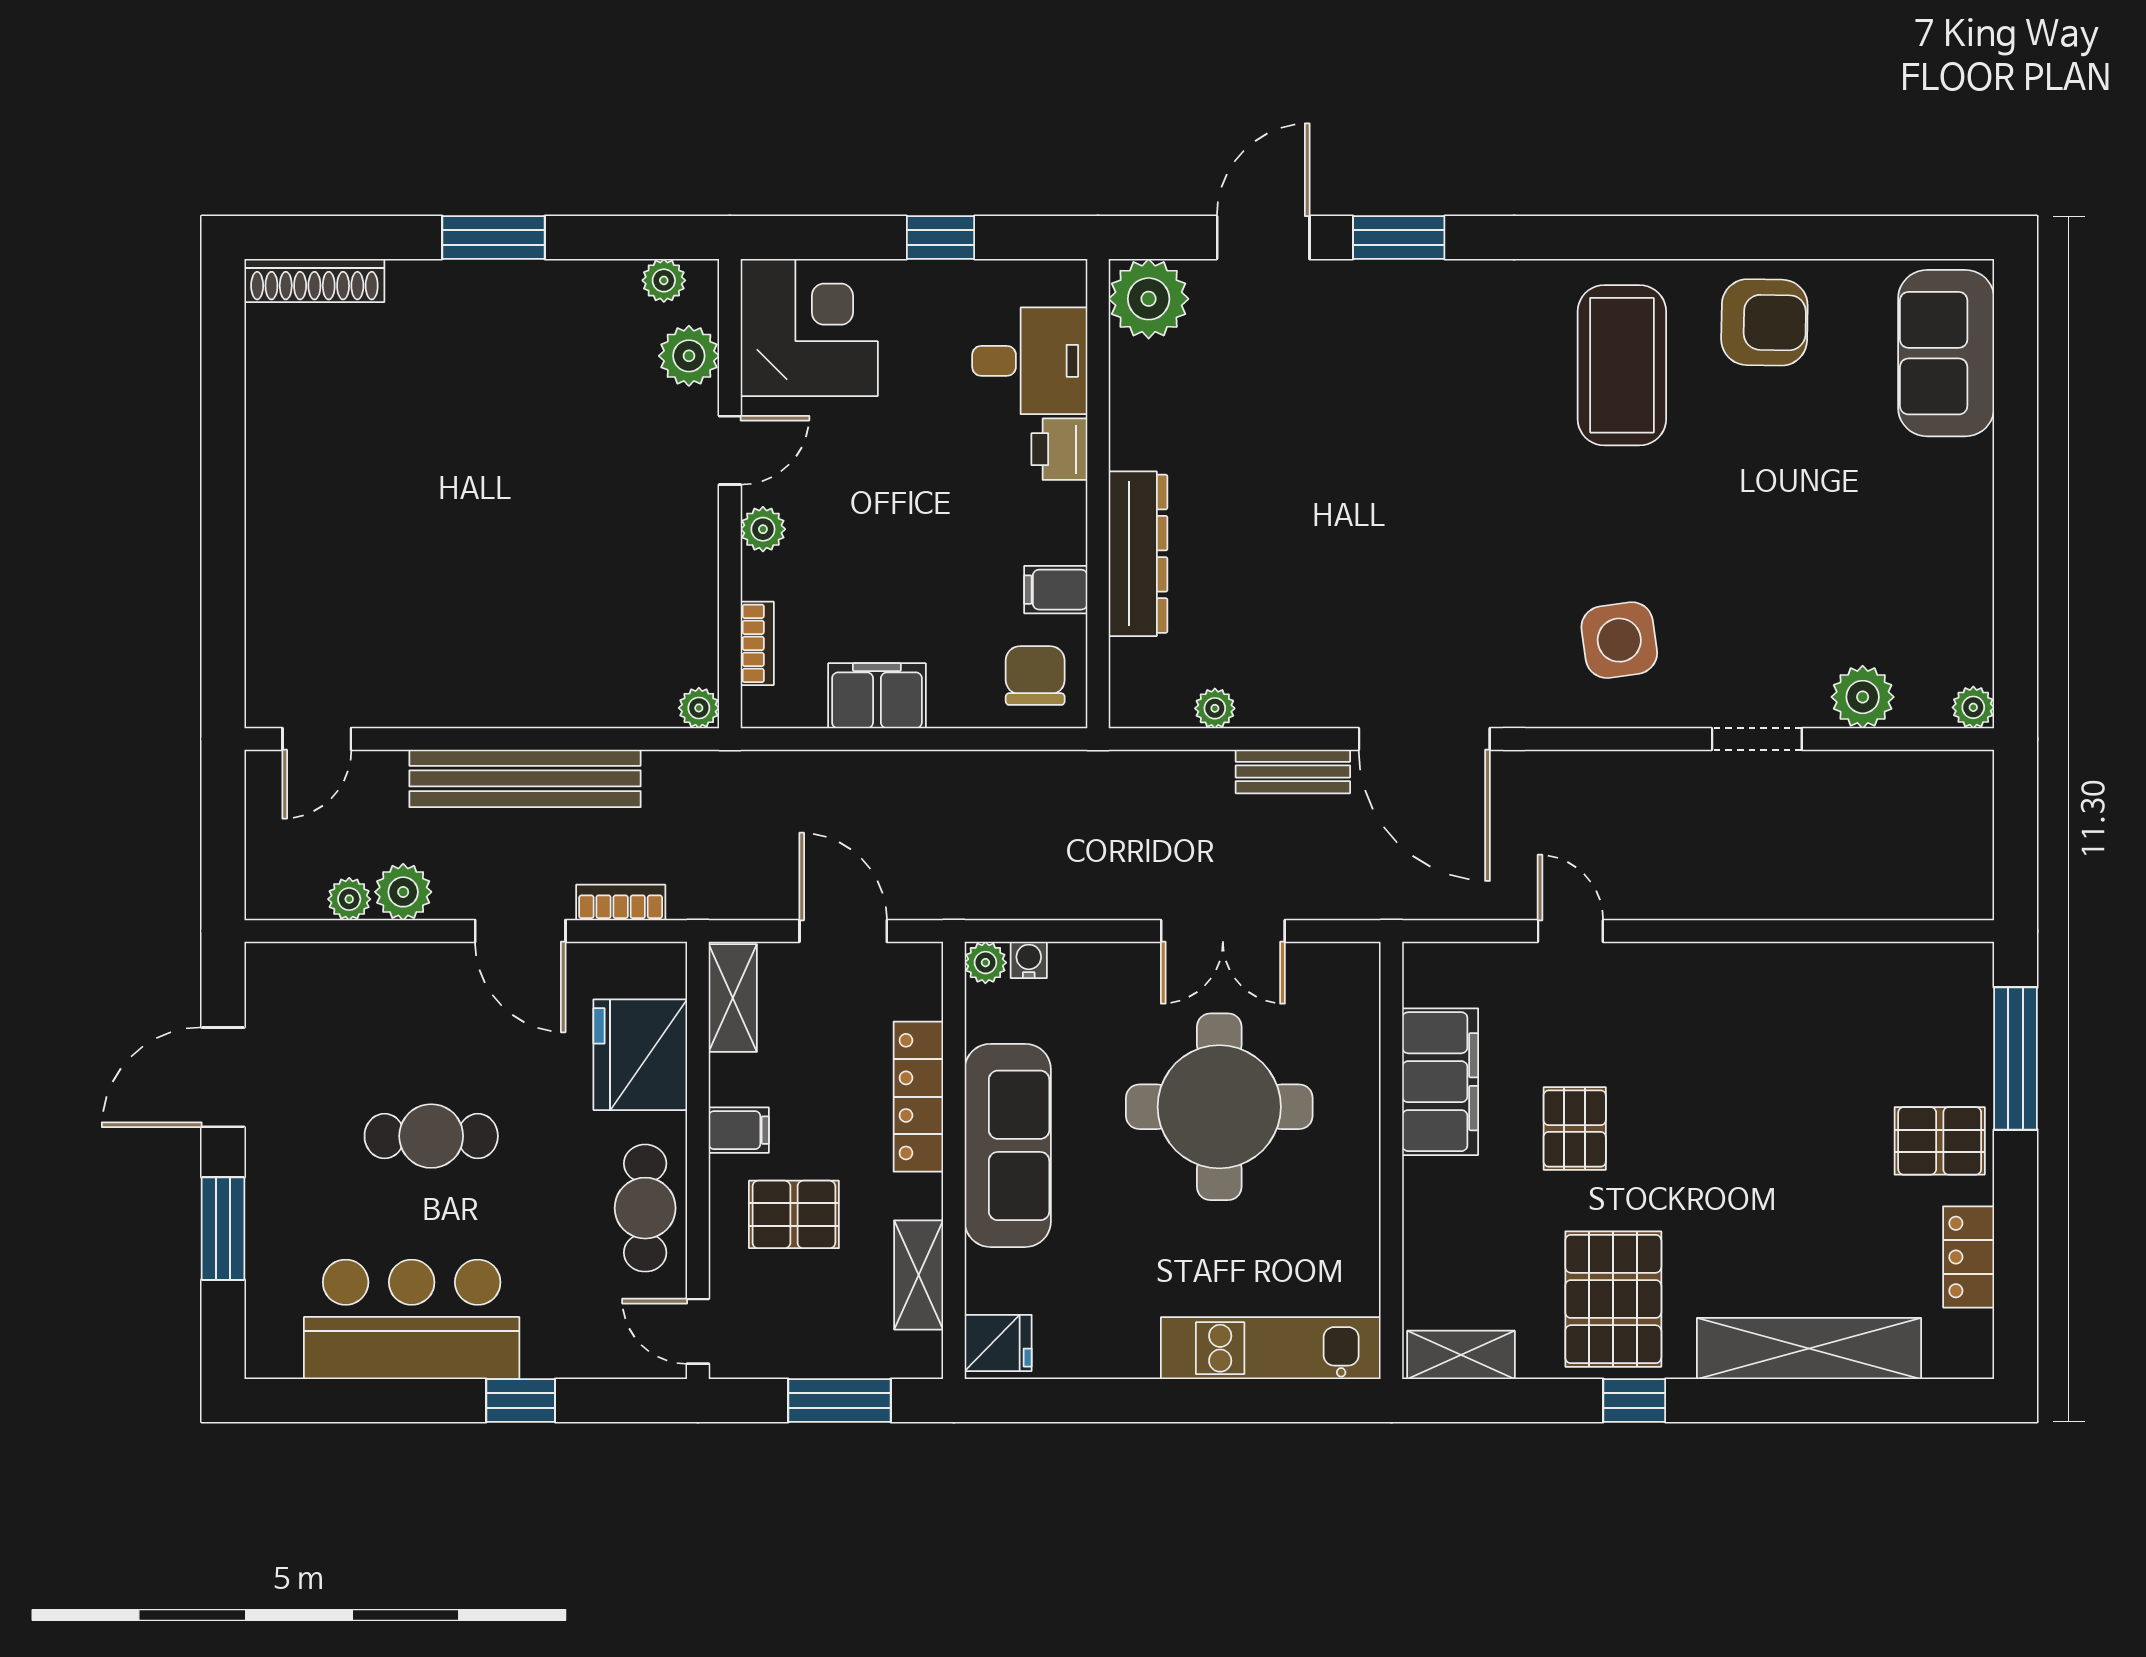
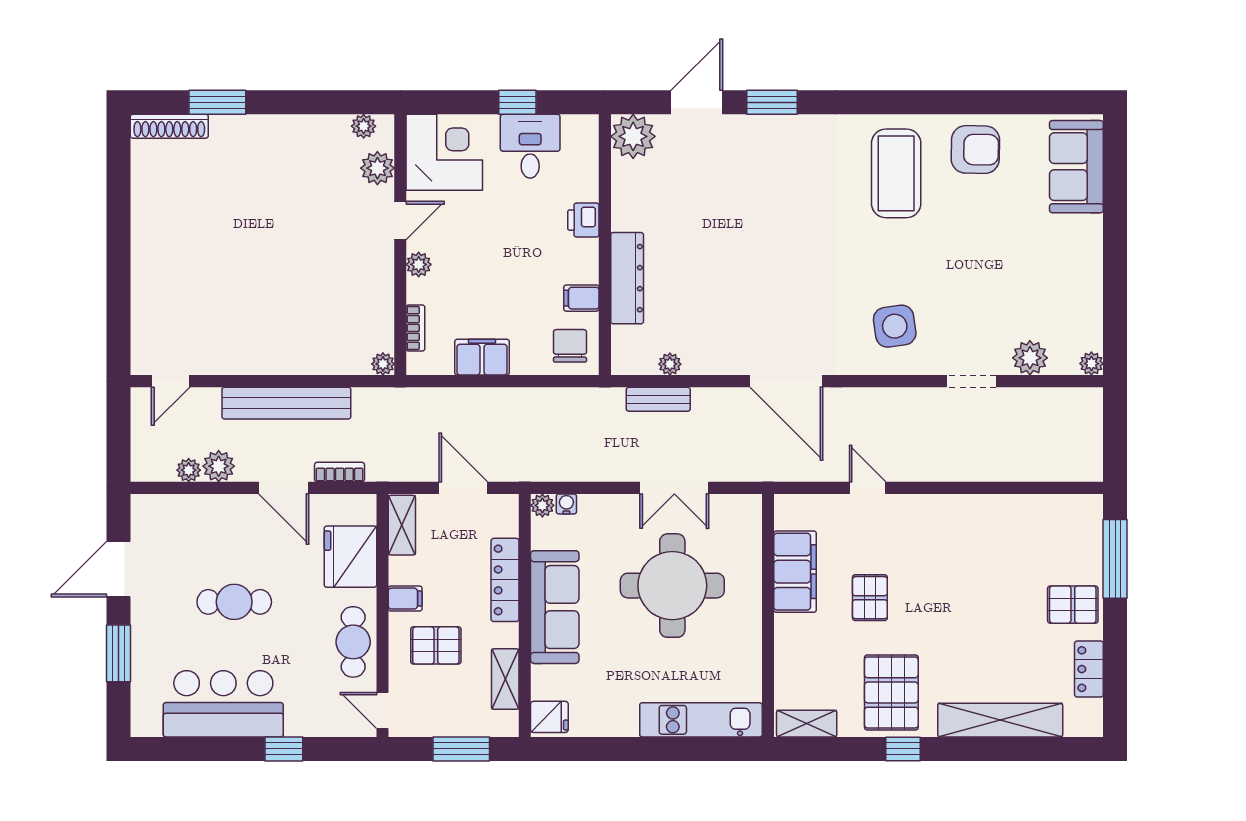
window: (494, 237) -> (217, 102), moved
desk: (1030, 361) -> (530, 146), moved, turned -90
bench: (1293, 771) -> (658, 399), moved

